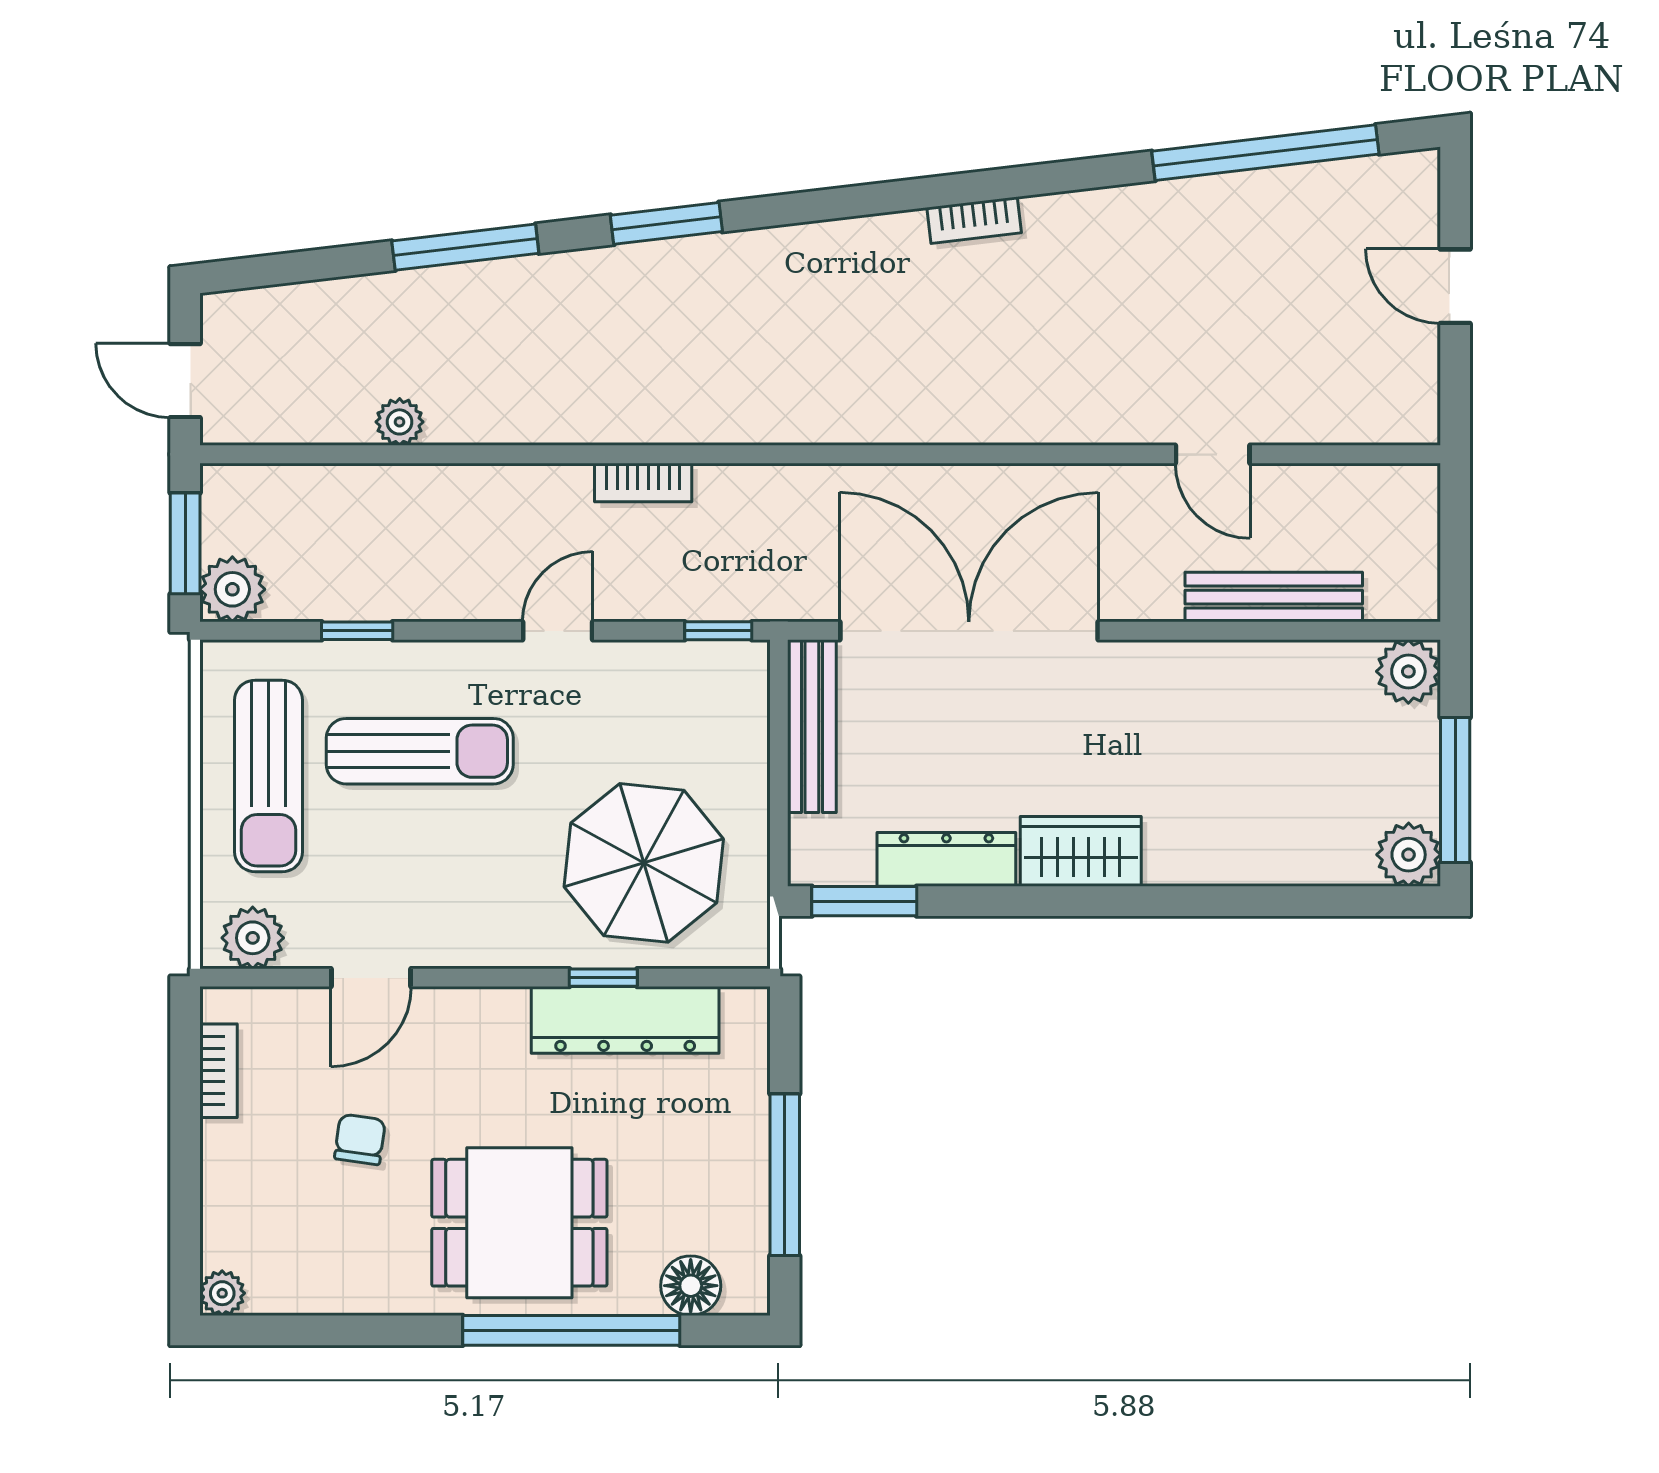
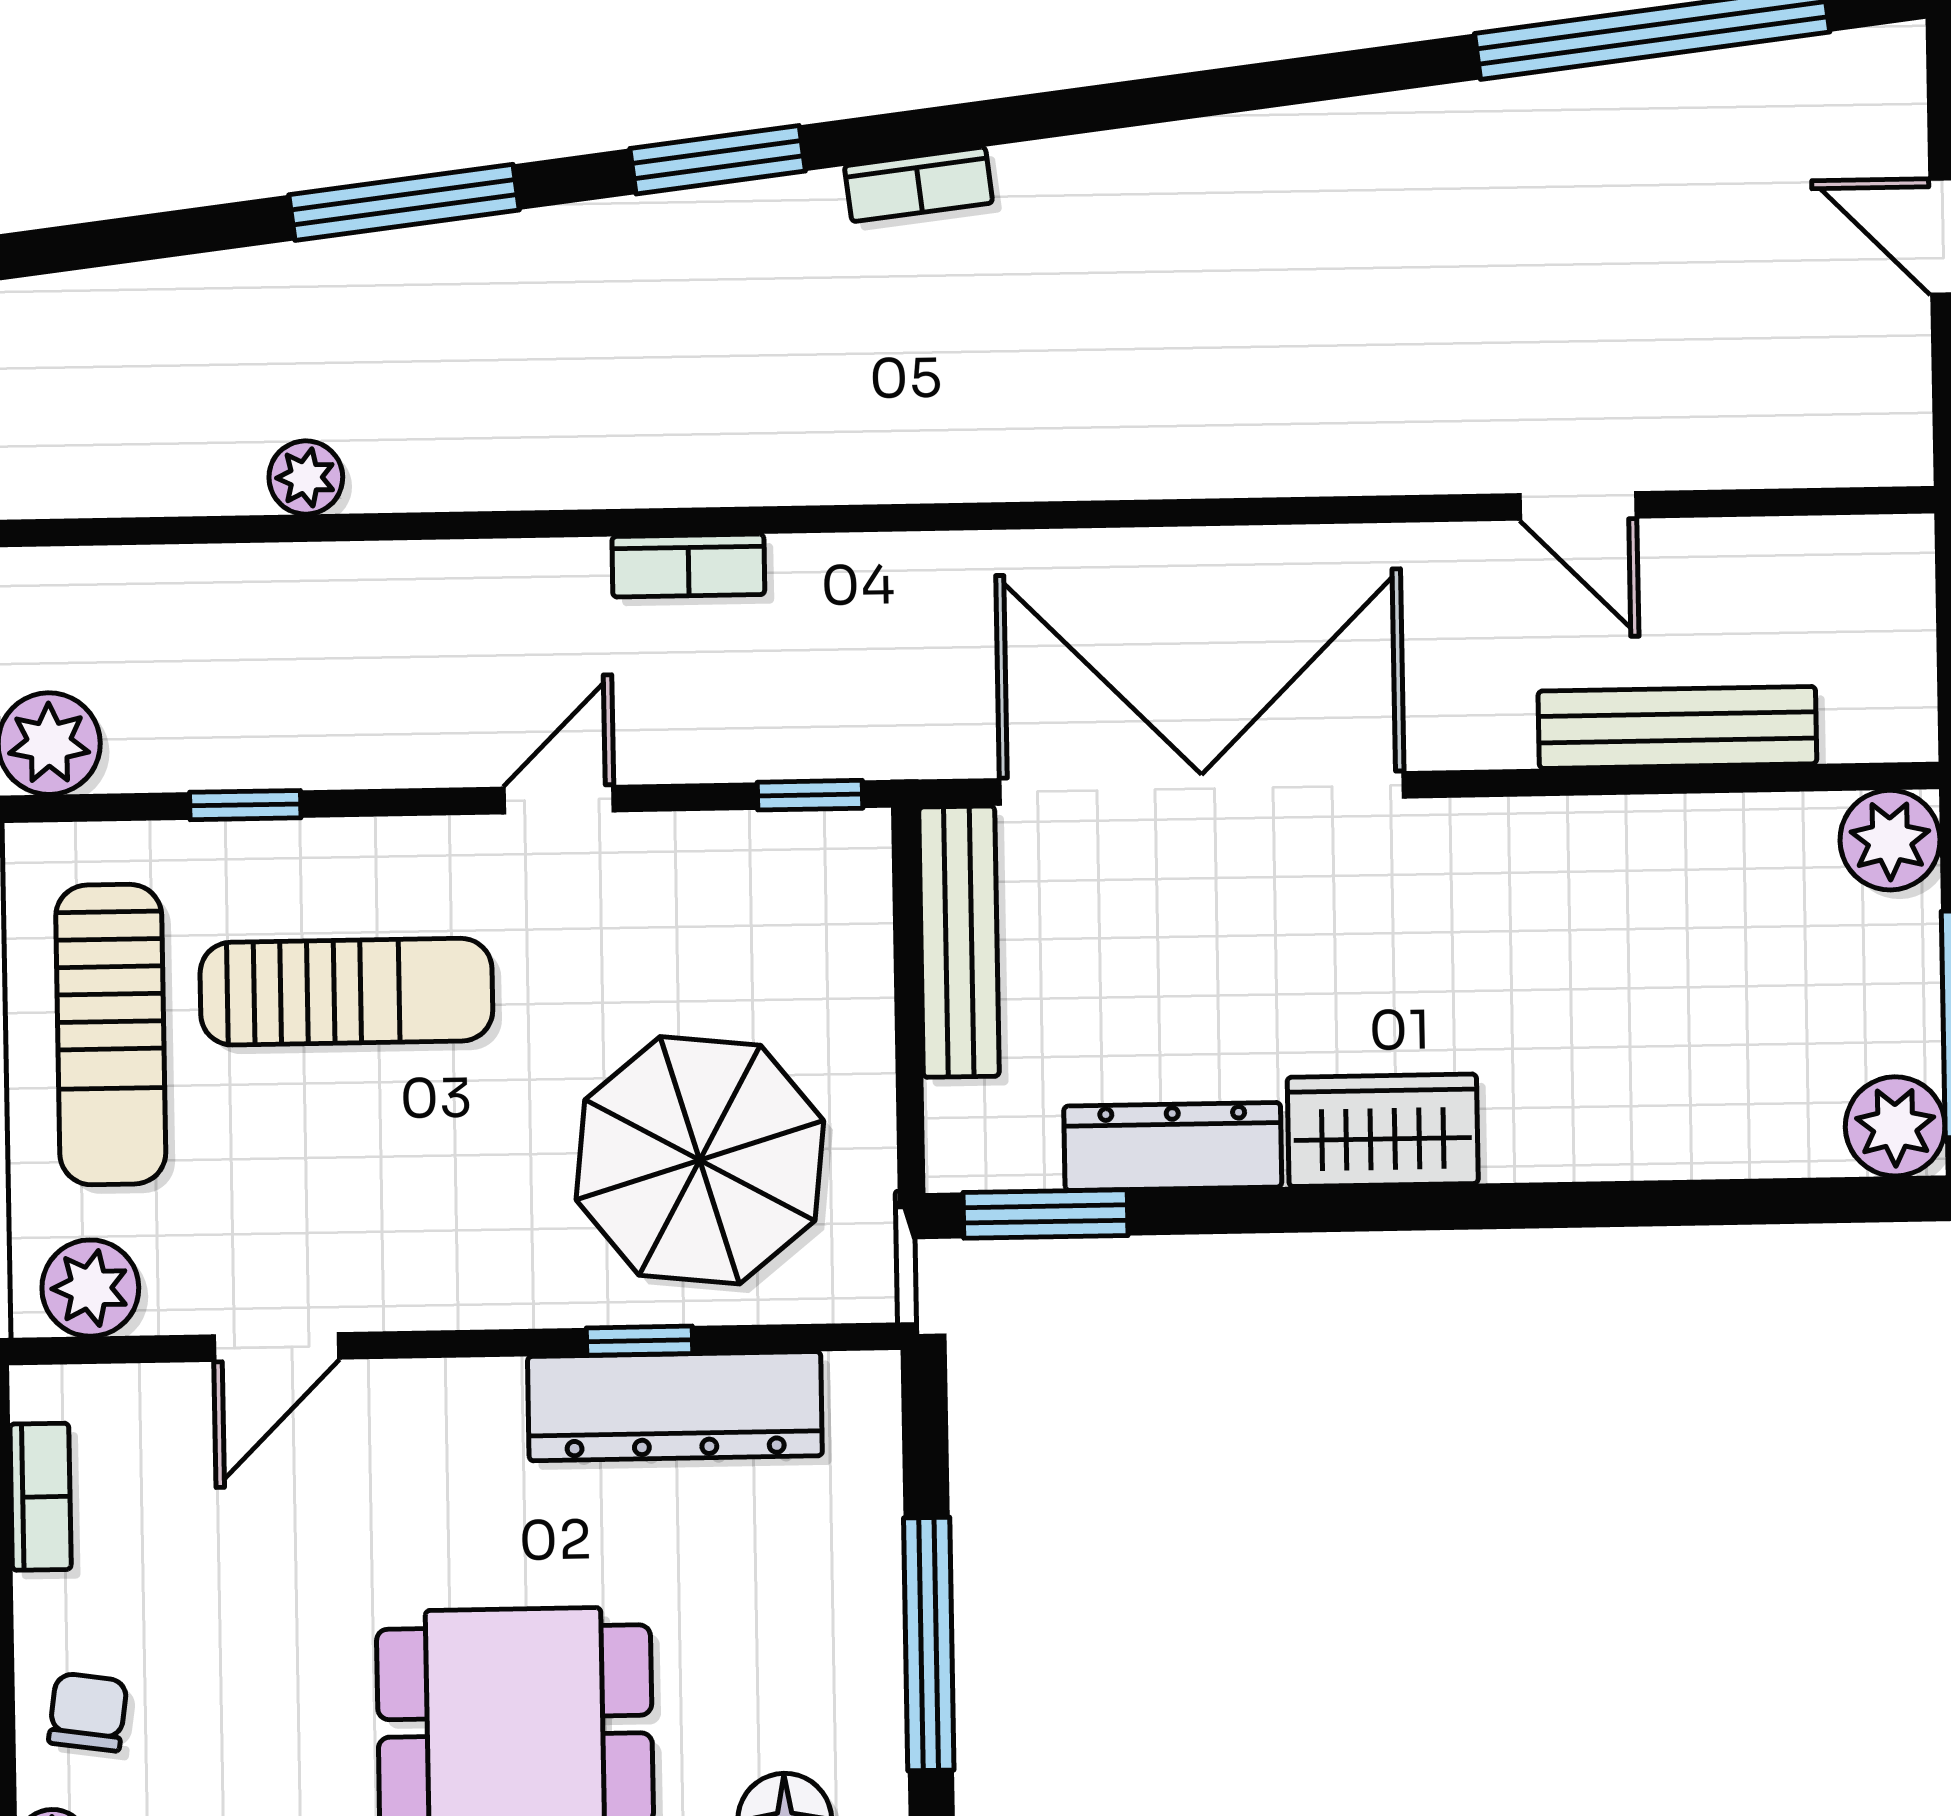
bookcase: (974, 220) -> (919, 184), moved
chair: (360, 1139) -> (88, 1712), moved

